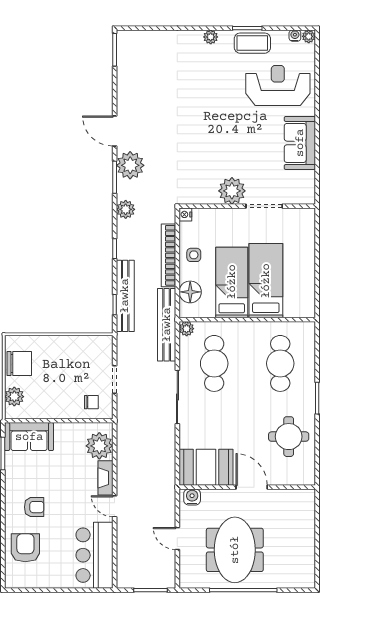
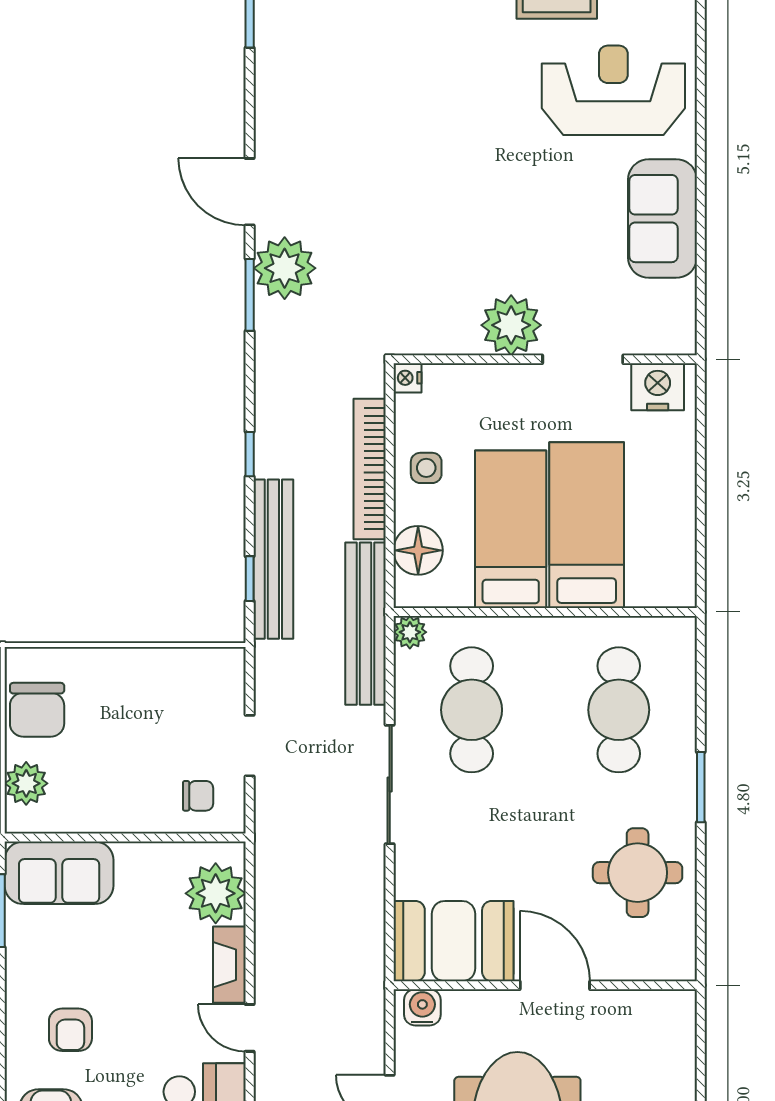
plant: (126, 209) -> (274, 366), removed
nightstand: (298, 218) -> (658, 387), added
chair: (19, 363) -> (37, 710), turned 90
armchair: (34, 507) -> (70, 1030), turned 90

